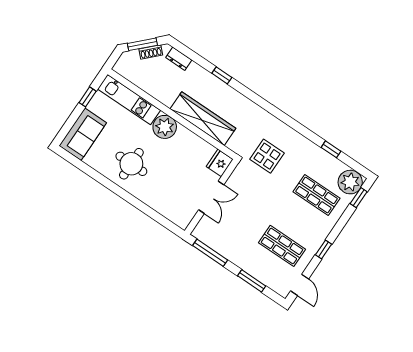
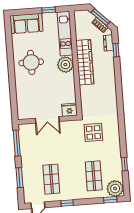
window: (222, 75) -> (116, 50), moved
wardrobe: (203, 119) -> (85, 62), moved

